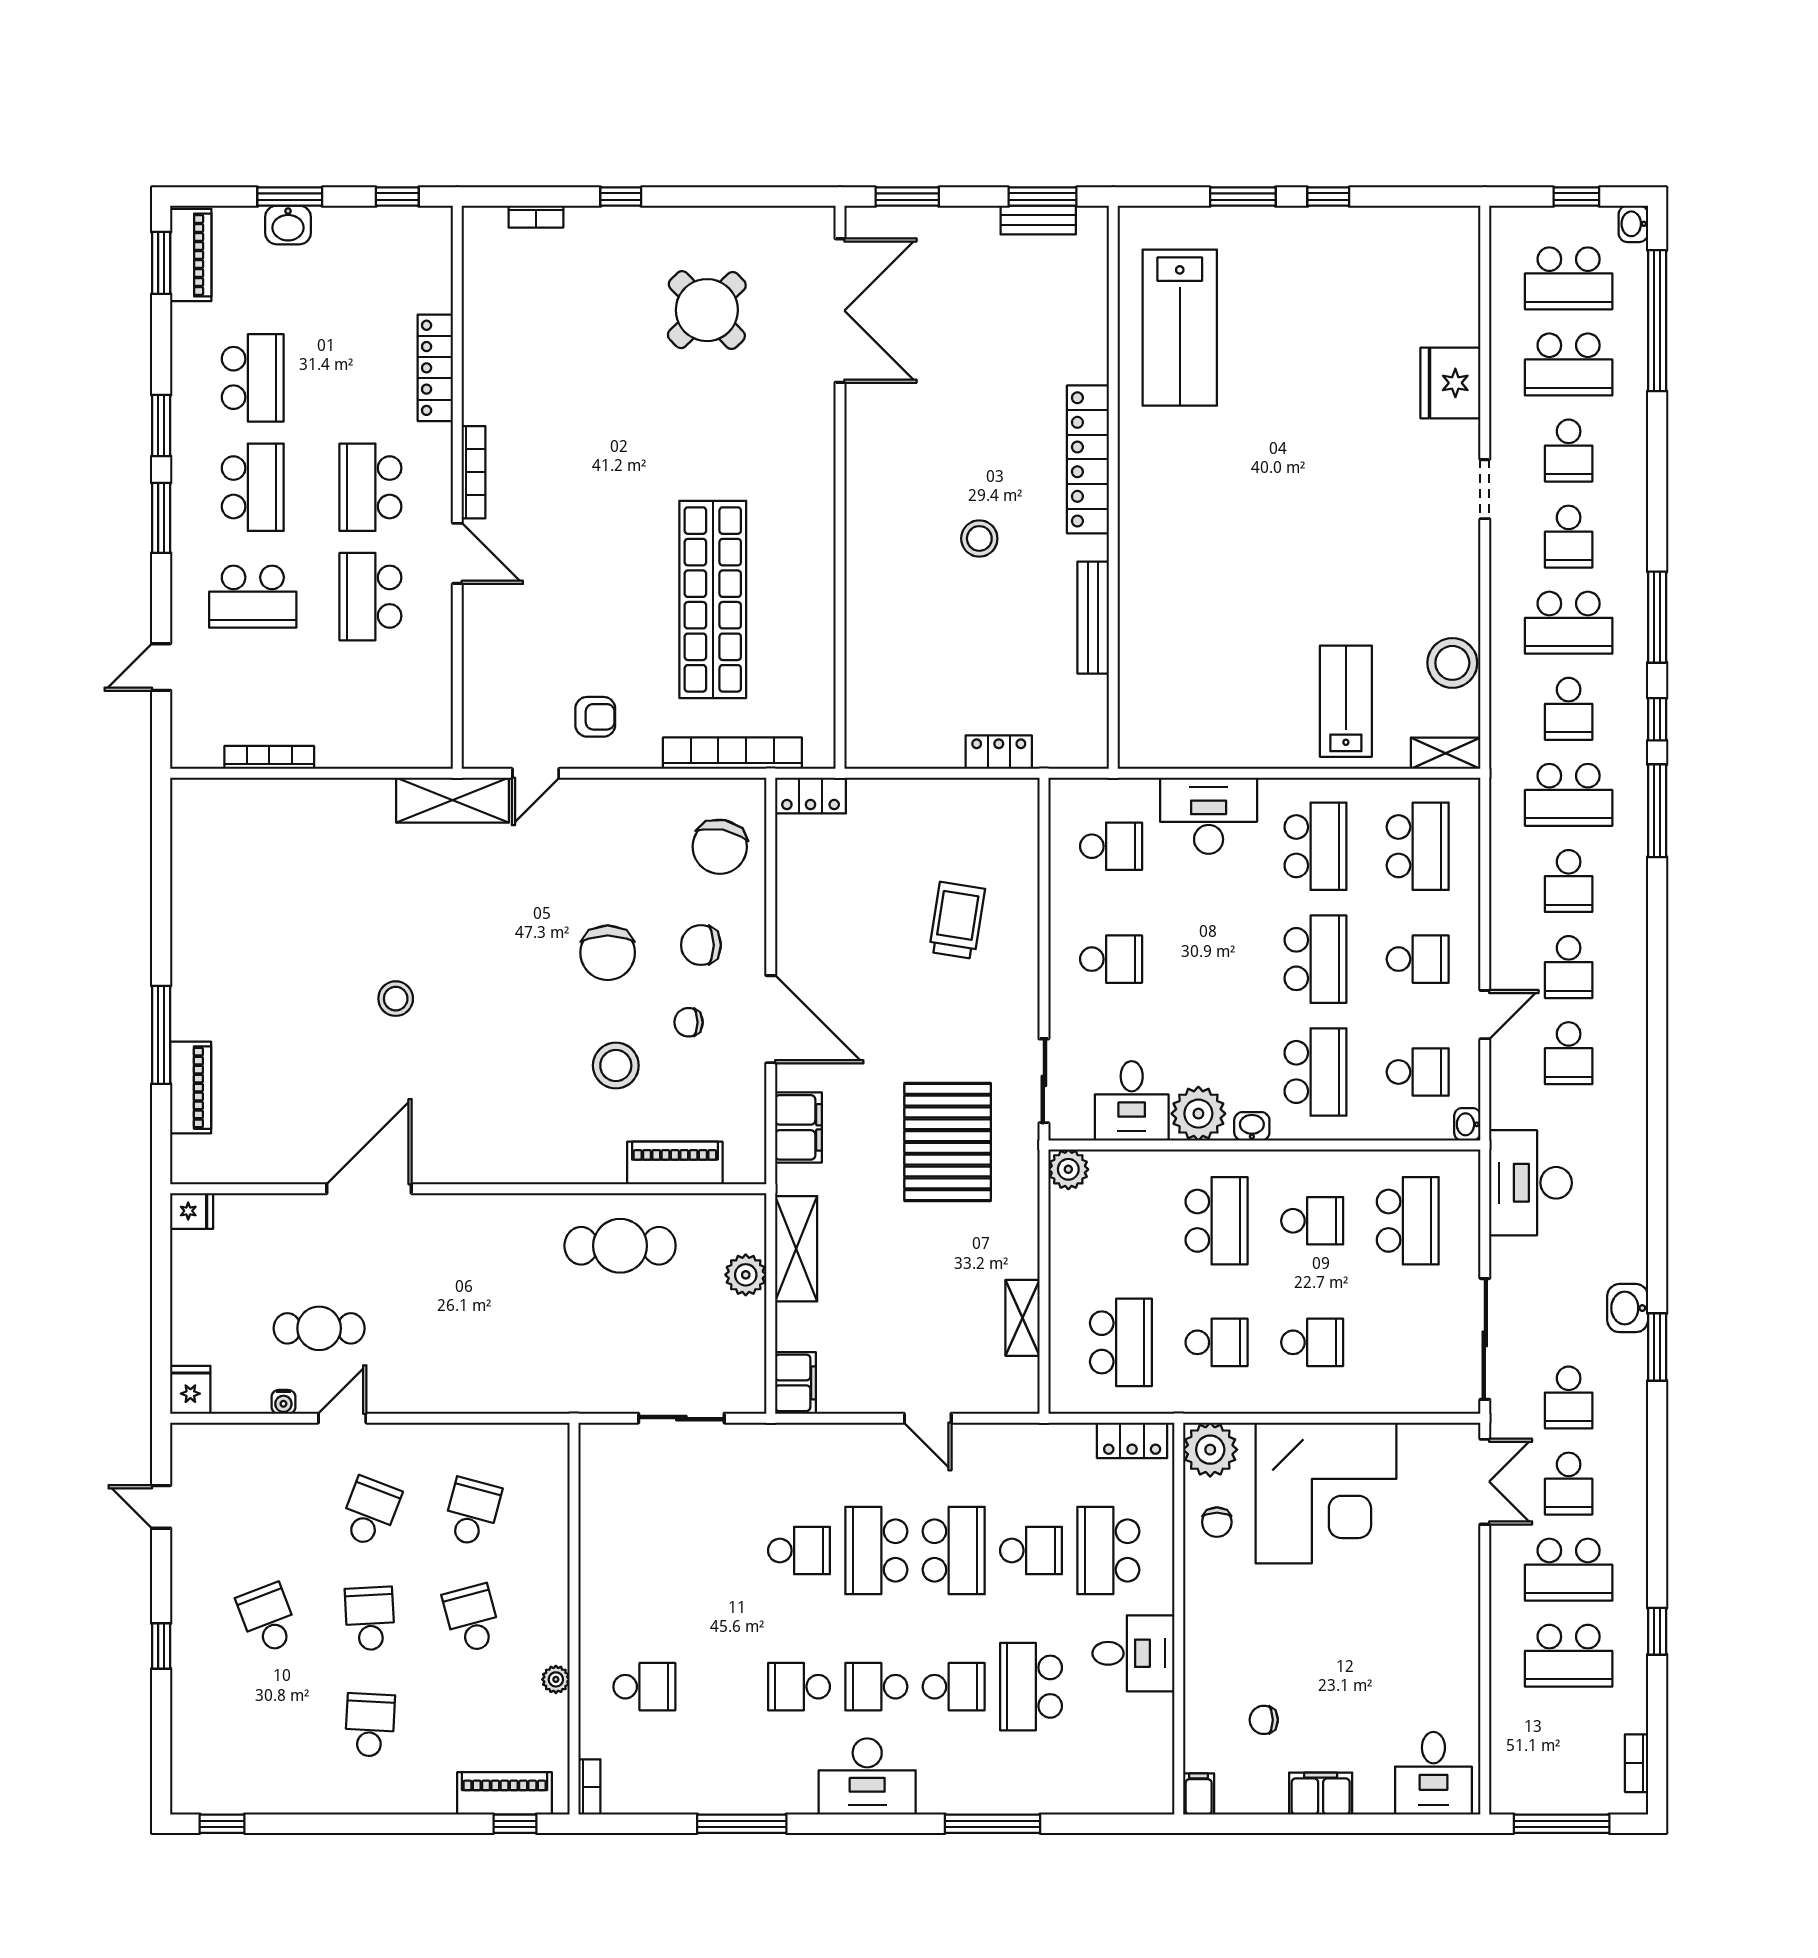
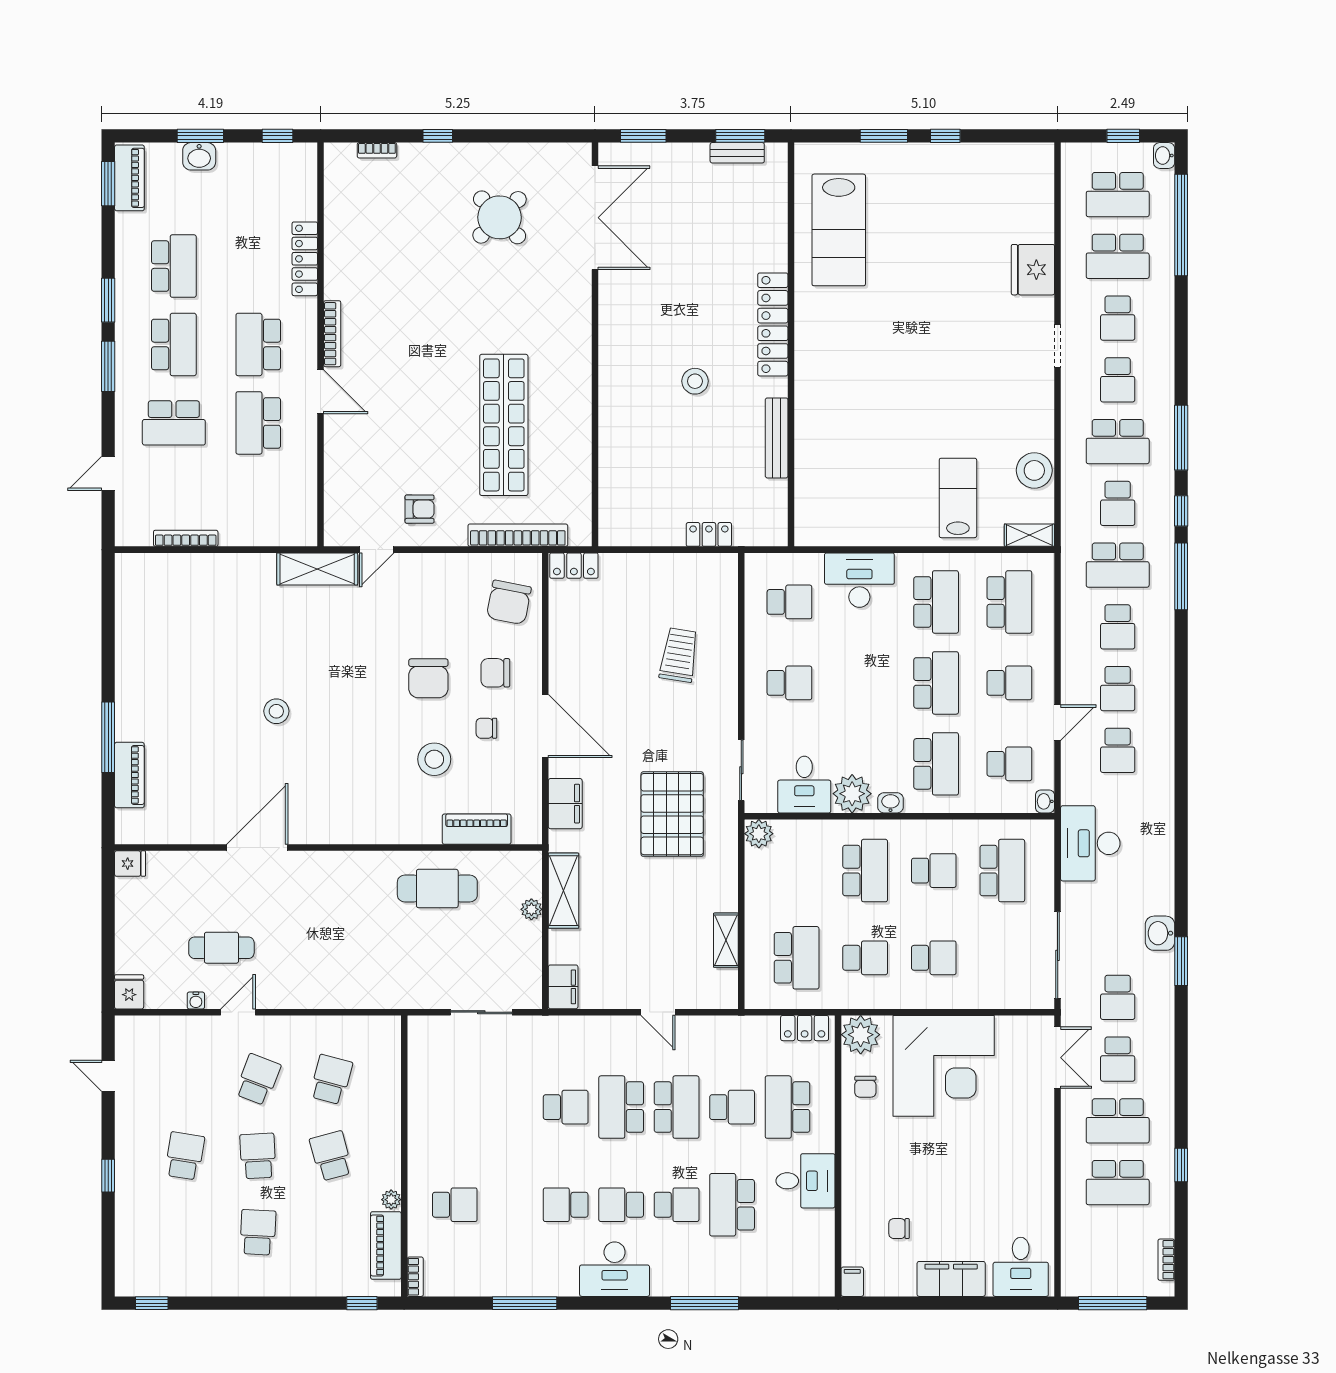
plant: (746, 1275) -> (531, 909), width x0.73, depth x0.73
school desk: (268, 1619) -> (185, 1156), turned 30
piano: (505, 1793) -> (386, 1245), moved, turned -90
filing cabinet: (1321, 1794) -> (951, 1279), width x1.50, depth x1.17

